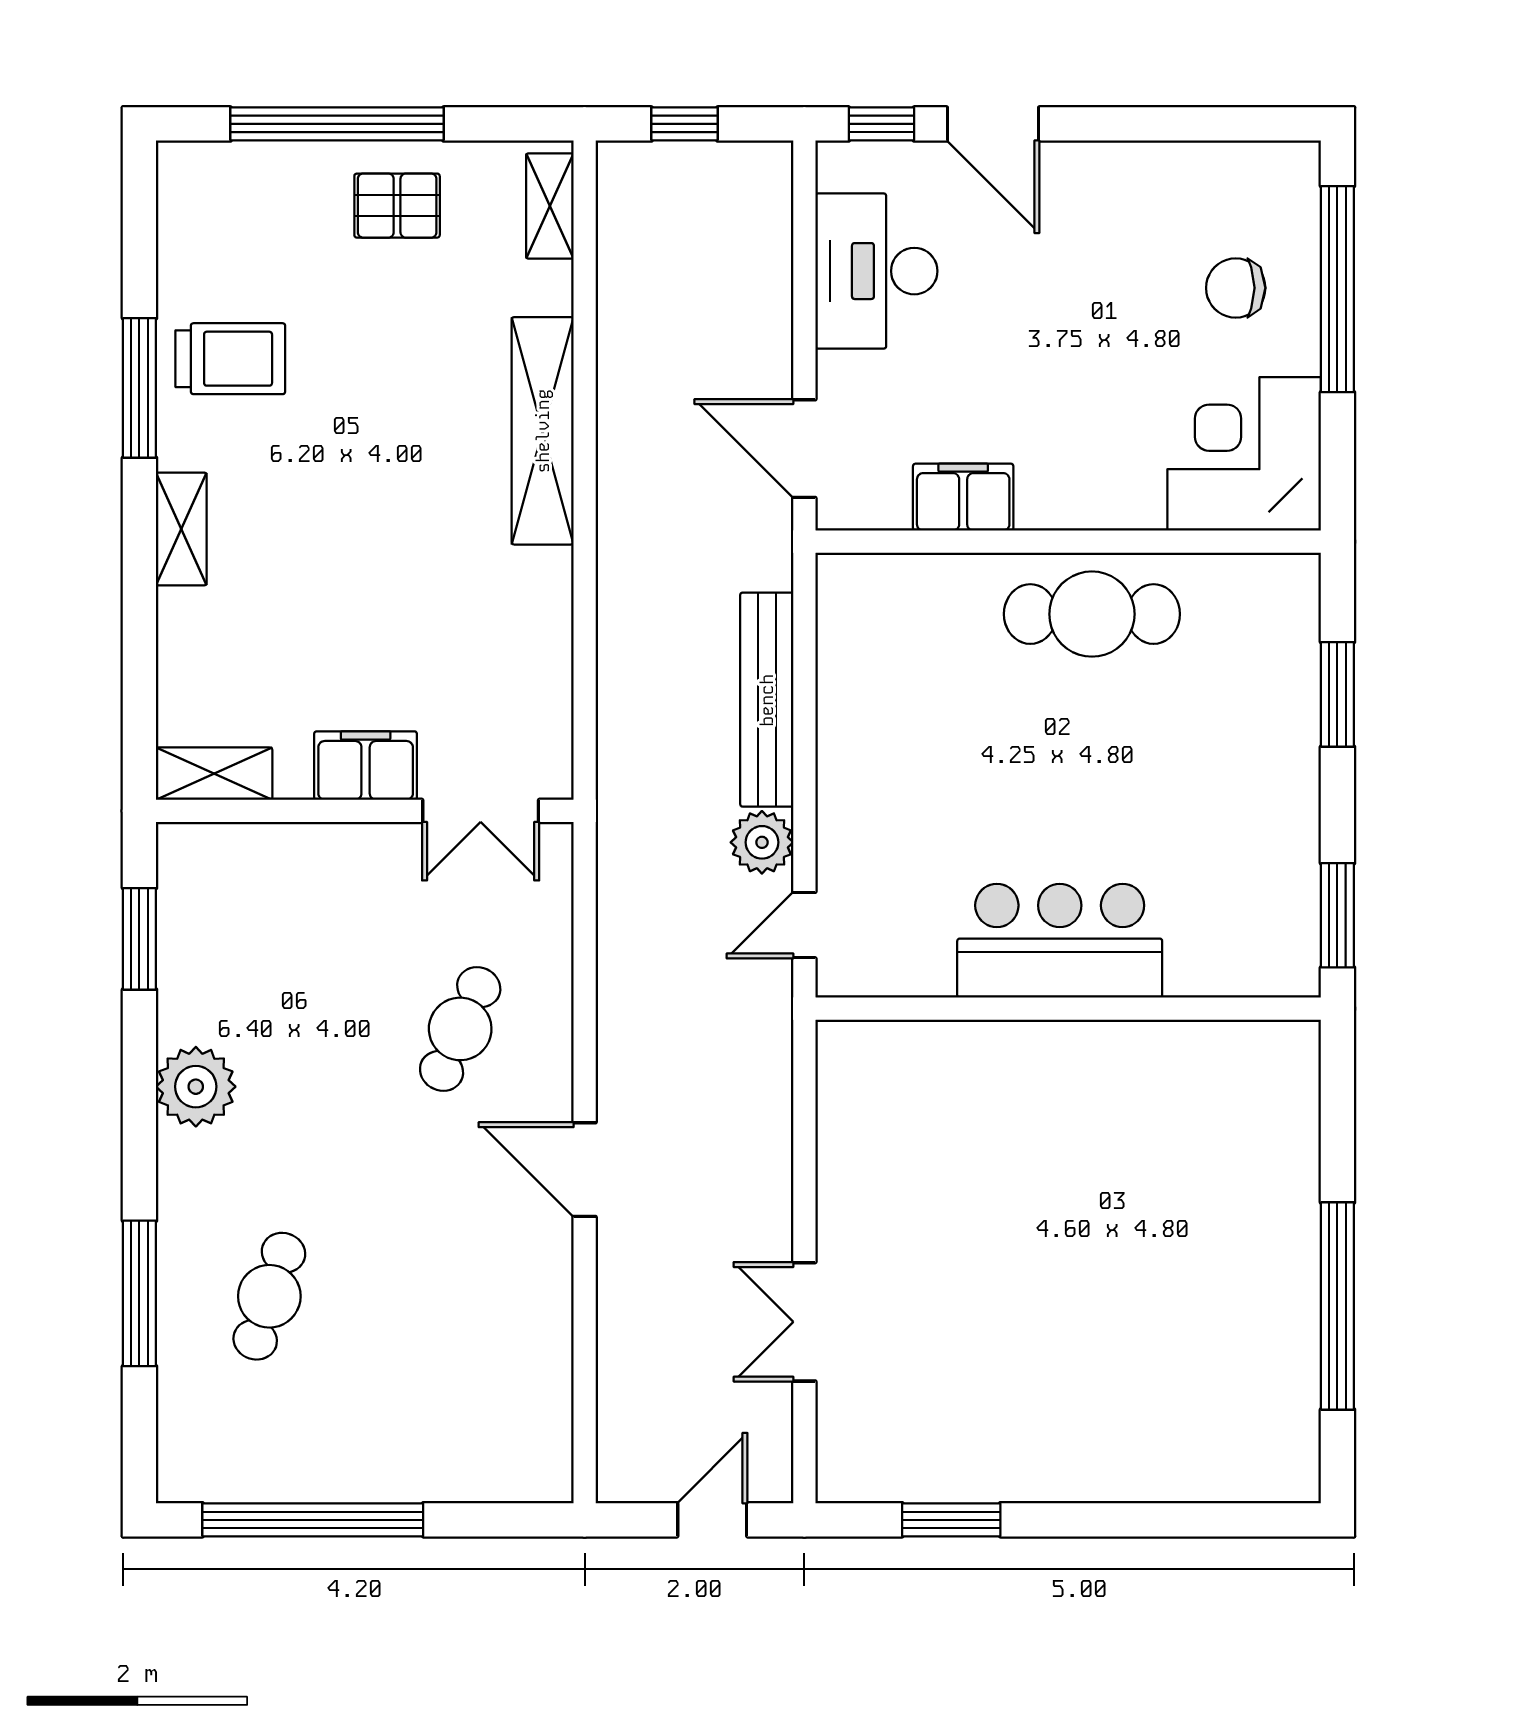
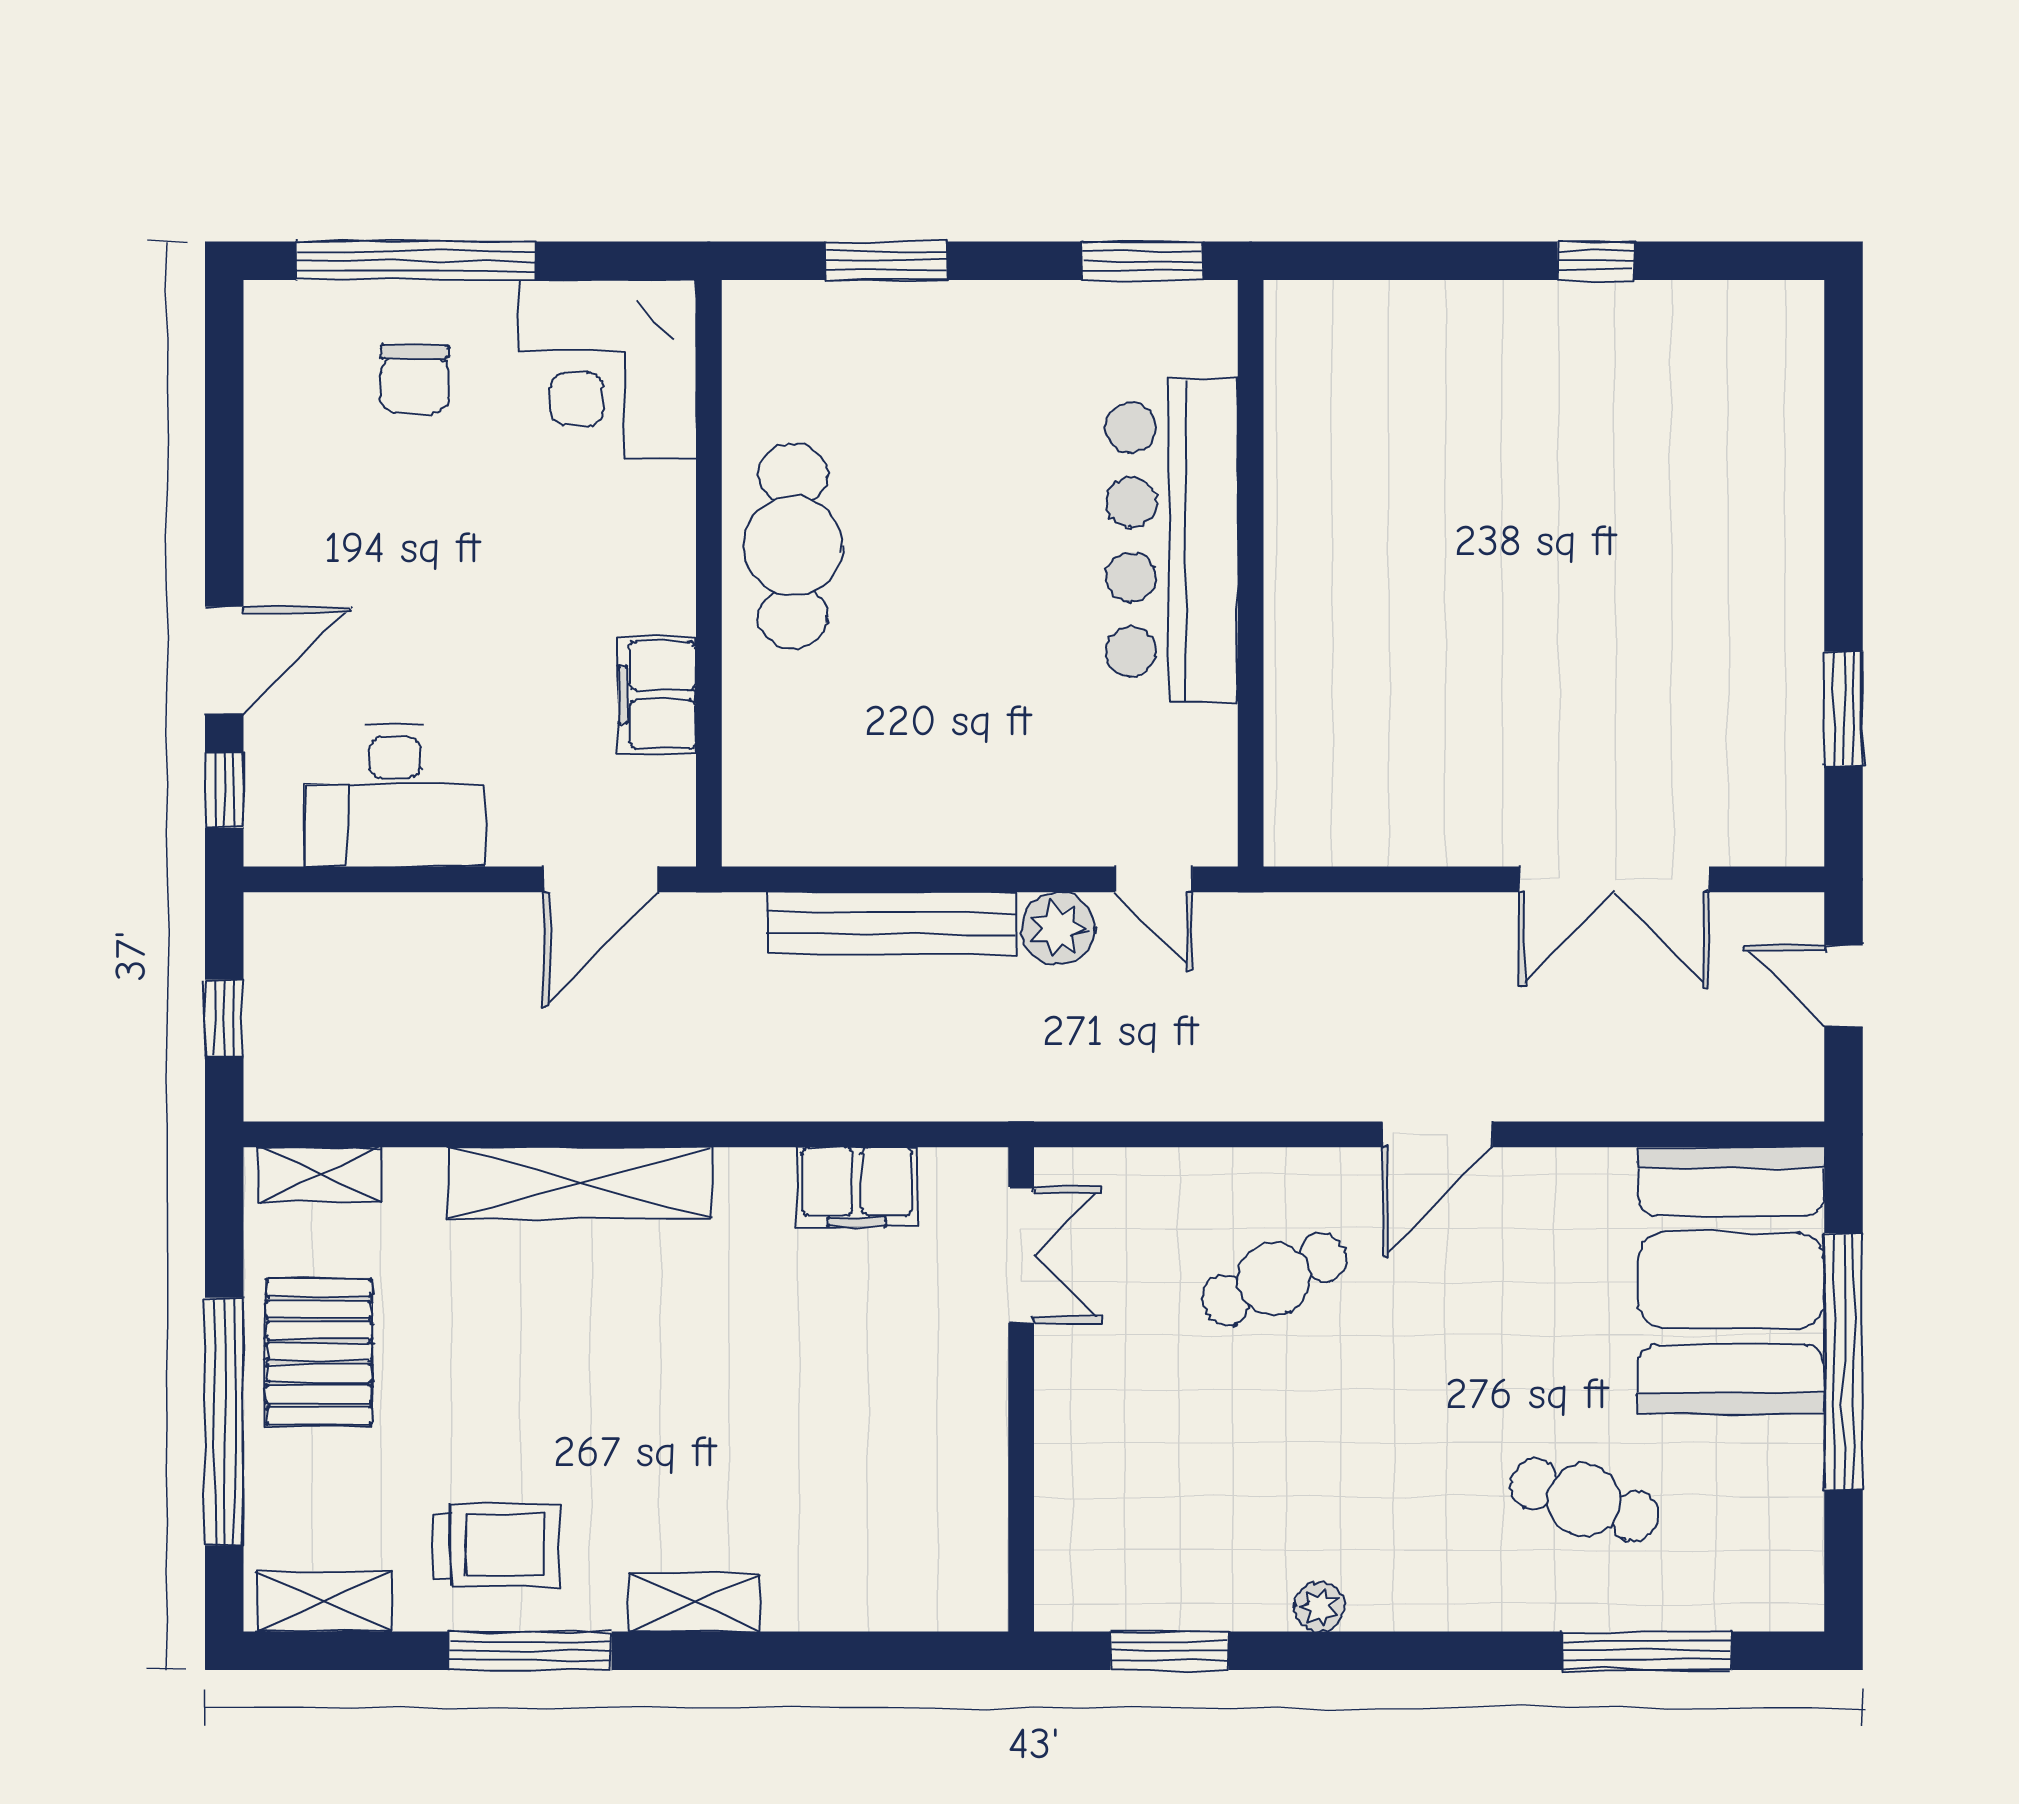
pallet: (397, 206) -> (319, 1352), width x1.50, depth x1.42
trolley: (230, 359) -> (497, 1545), turned 90
filing cabinet: (366, 766) -> (857, 1187), moved, turned -90
shelving: (214, 774) -> (324, 1601), moved, turned 90
bar counter: (1060, 941) -> (1172, 540), width x1.36
cafe table: (460, 1029) -> (1274, 1279), turned -48
plant: (196, 1087) -> (1320, 1607), width x0.53, depth x0.53
window: (139, 1293) -> (1647, 1651), moved
window: (1337, 1306) -> (1596, 261), width x0.32
double door: (804, 1322) -> (1614, 879), width x1.37
booth: (459, 1423) -> (1731, 1280), added
window: (313, 1520) -> (1844, 1361), moved

